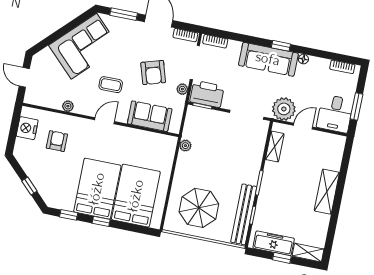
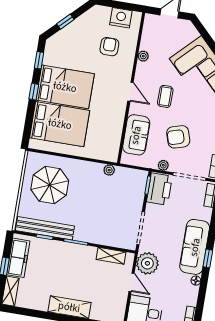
armchair: (57, 141) -> (109, 47), turned -90

